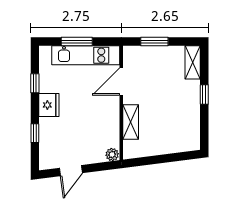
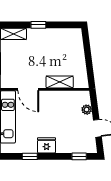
window: (35, 133) -> (79, 156), moved
plant: (112, 155) -> (87, 110), moved

